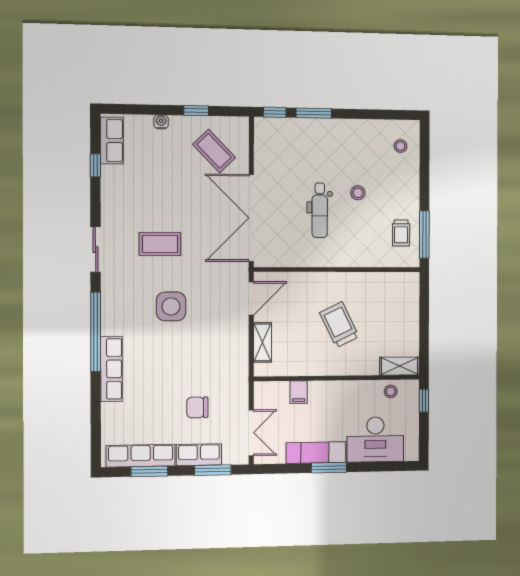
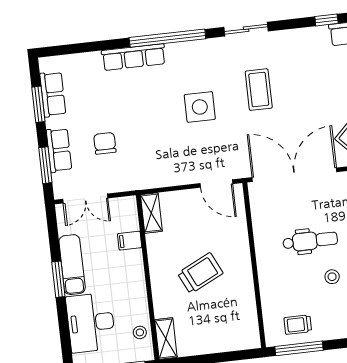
dental chair: (320, 210) -> (310, 241), turned 180
shelving: (263, 342) -> (151, 213), moved, turned 90
row of seats: (141, 456) -> (53, 94), width x0.68

